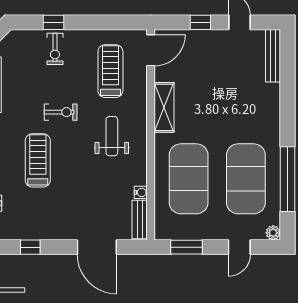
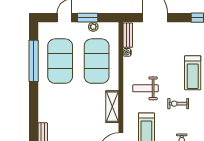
weight bench: (112, 136) -> (145, 88), turned 90
plant: (273, 233) -> (93, 27), moved
window: (186, 247) -> (88, 18), moved

